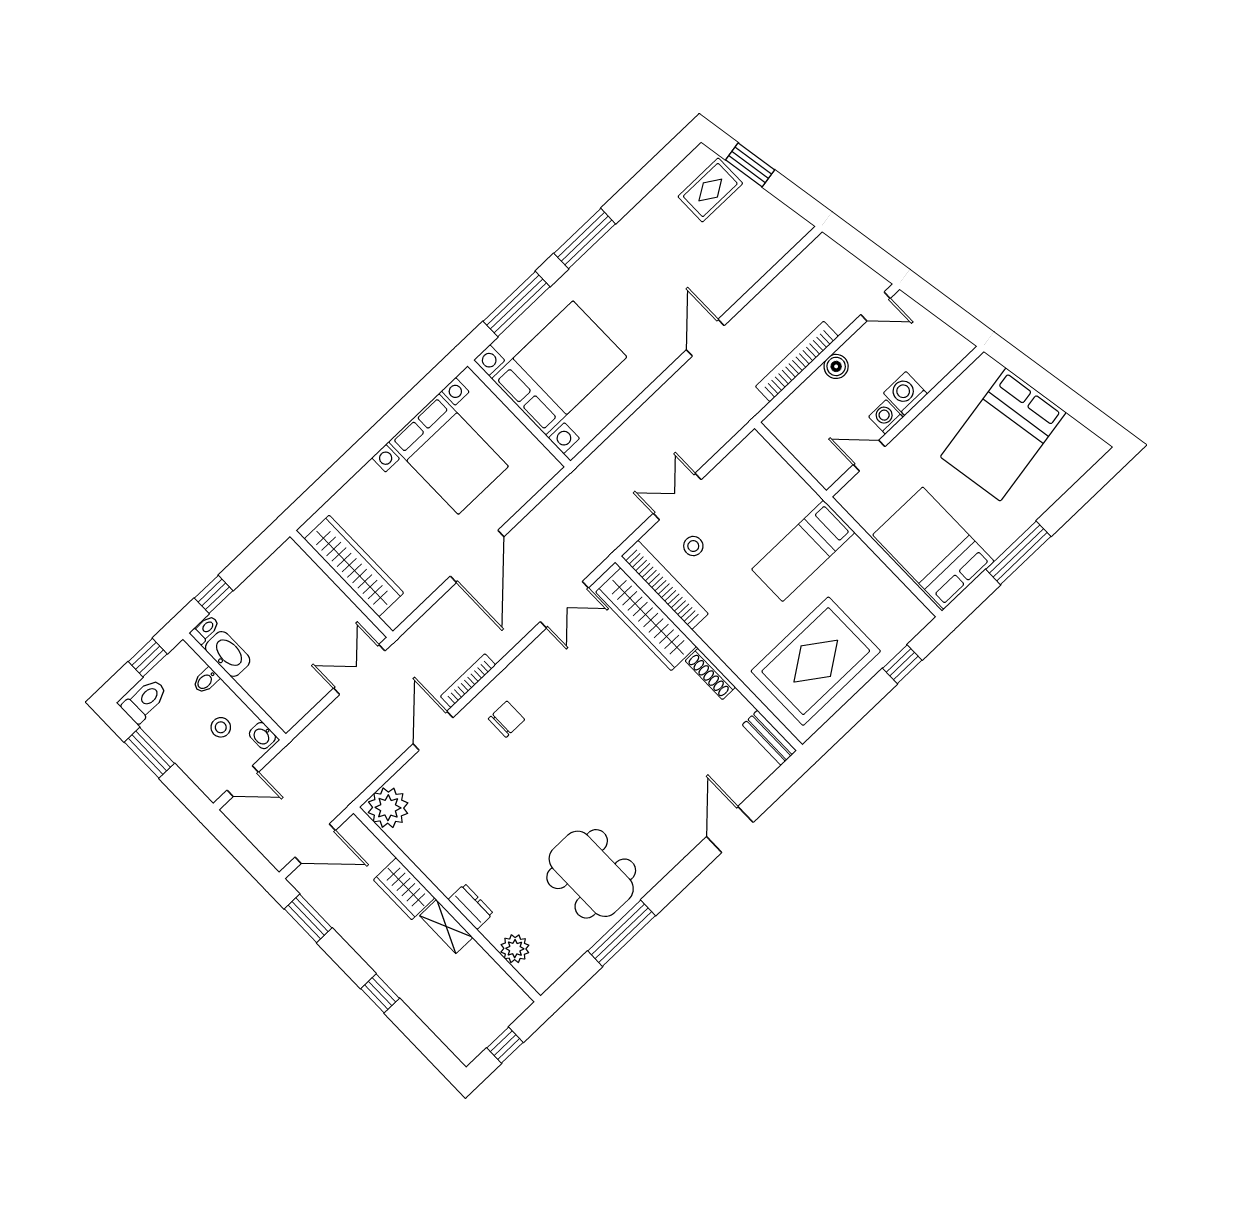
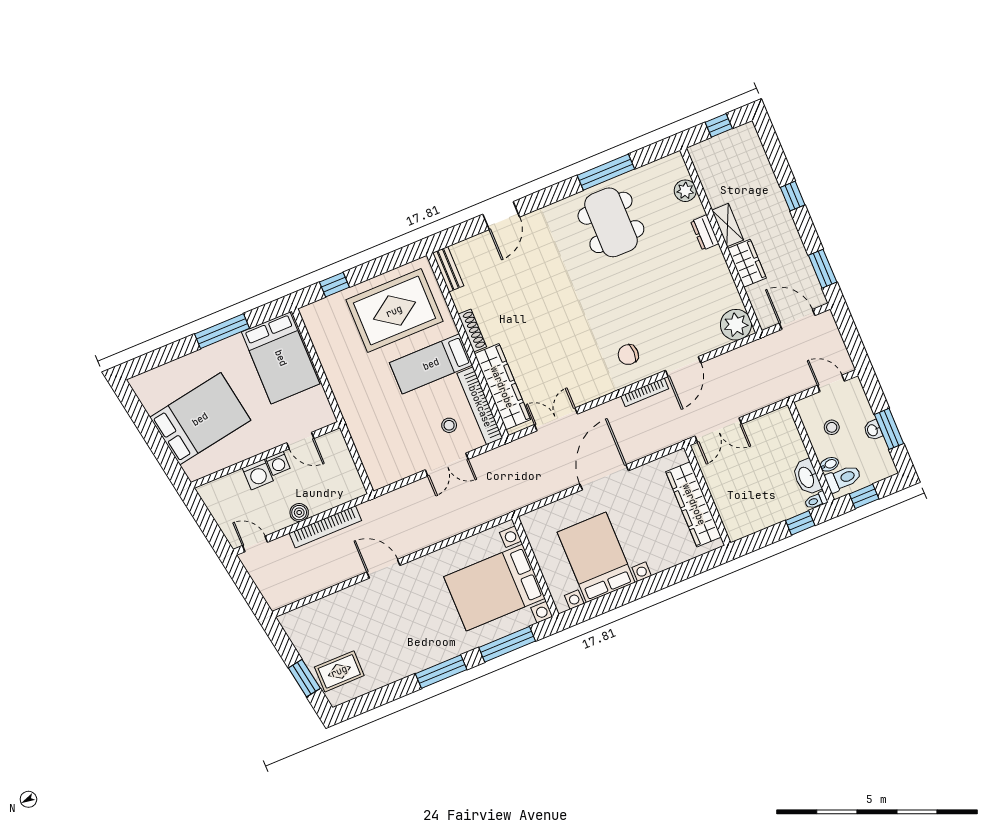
door: (705, 338) -> (383, 569), swing flipped
bed: (803, 551) -> (431, 364), moved, turned 180
toilet: (145, 701) -> (843, 478), moved, turned 180
washbasin: (262, 736) -> (873, 430), moved, turned 180

